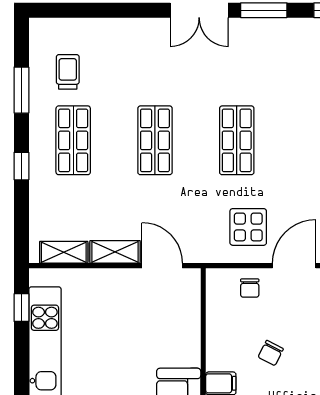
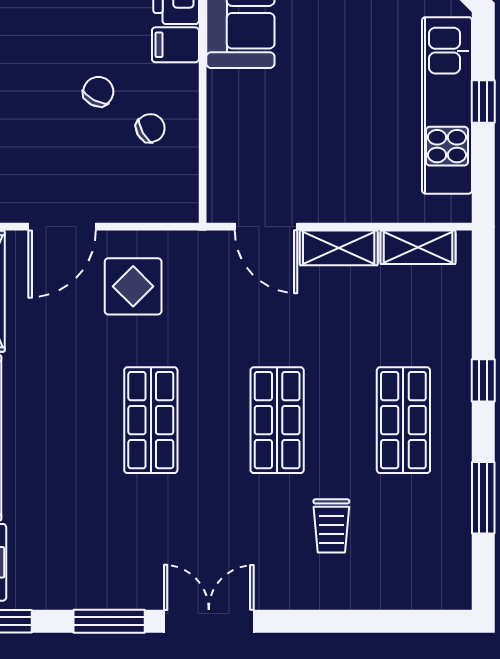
trolley: (68, 72) -> (331, 526), moved
chair: (250, 288) -> (150, 128), moved, turned 60
window: (21, 308) -> (483, 102), moved

